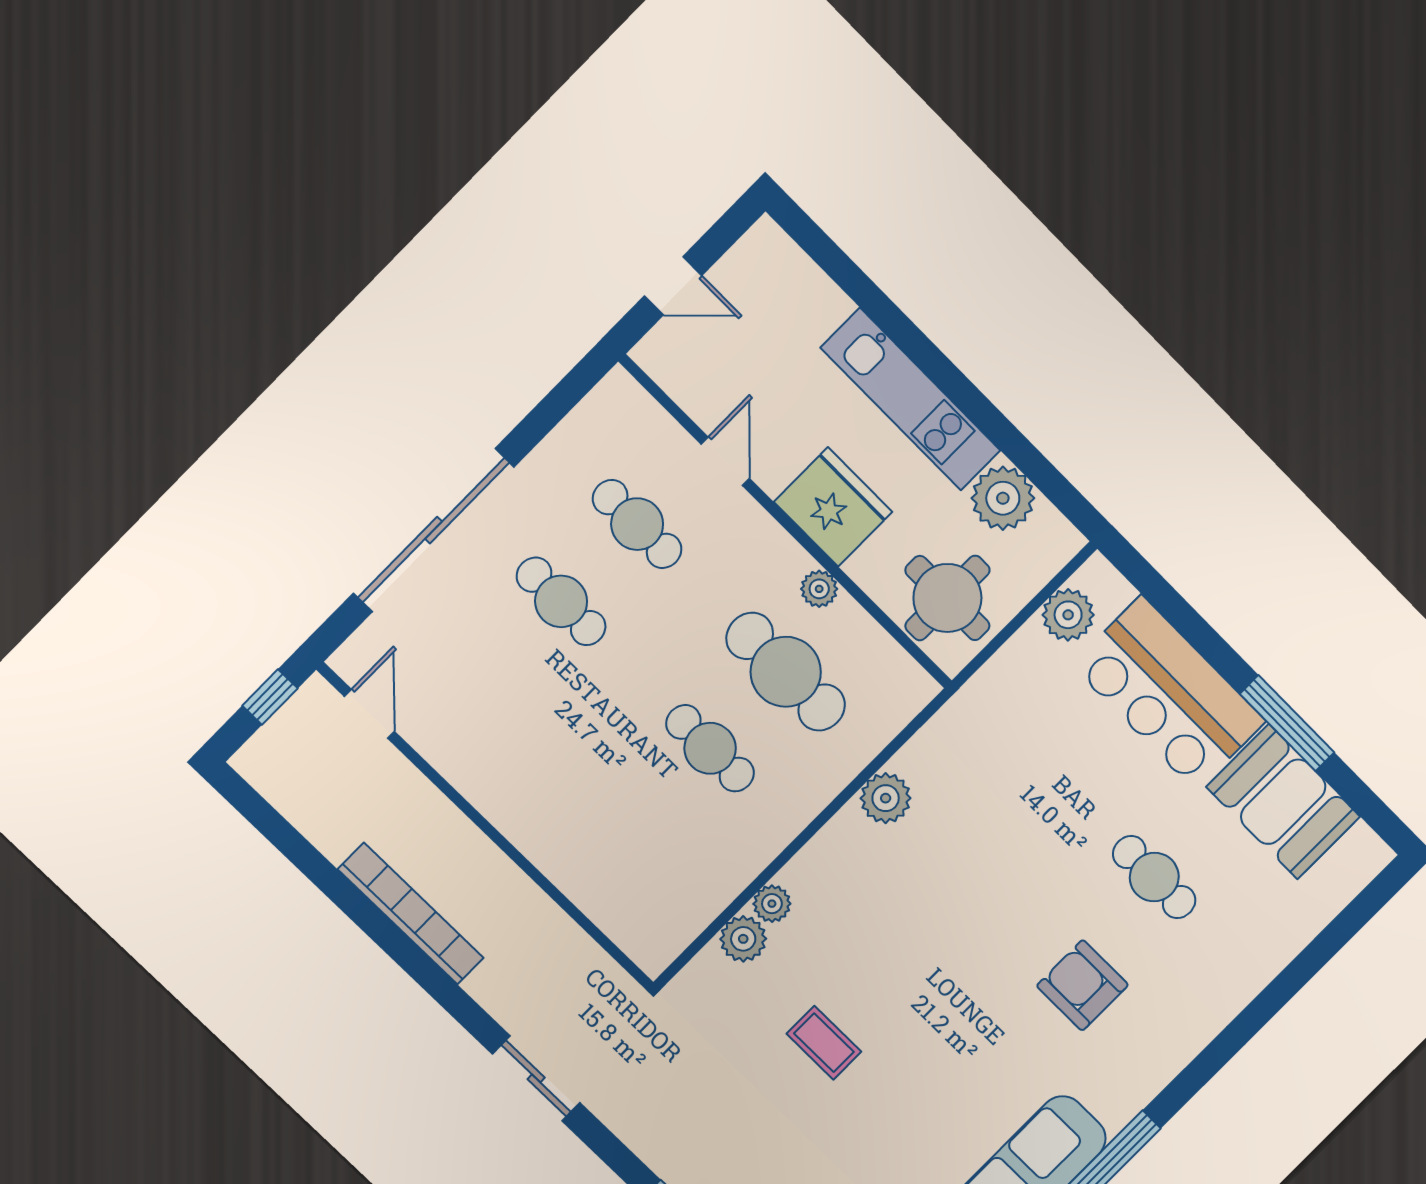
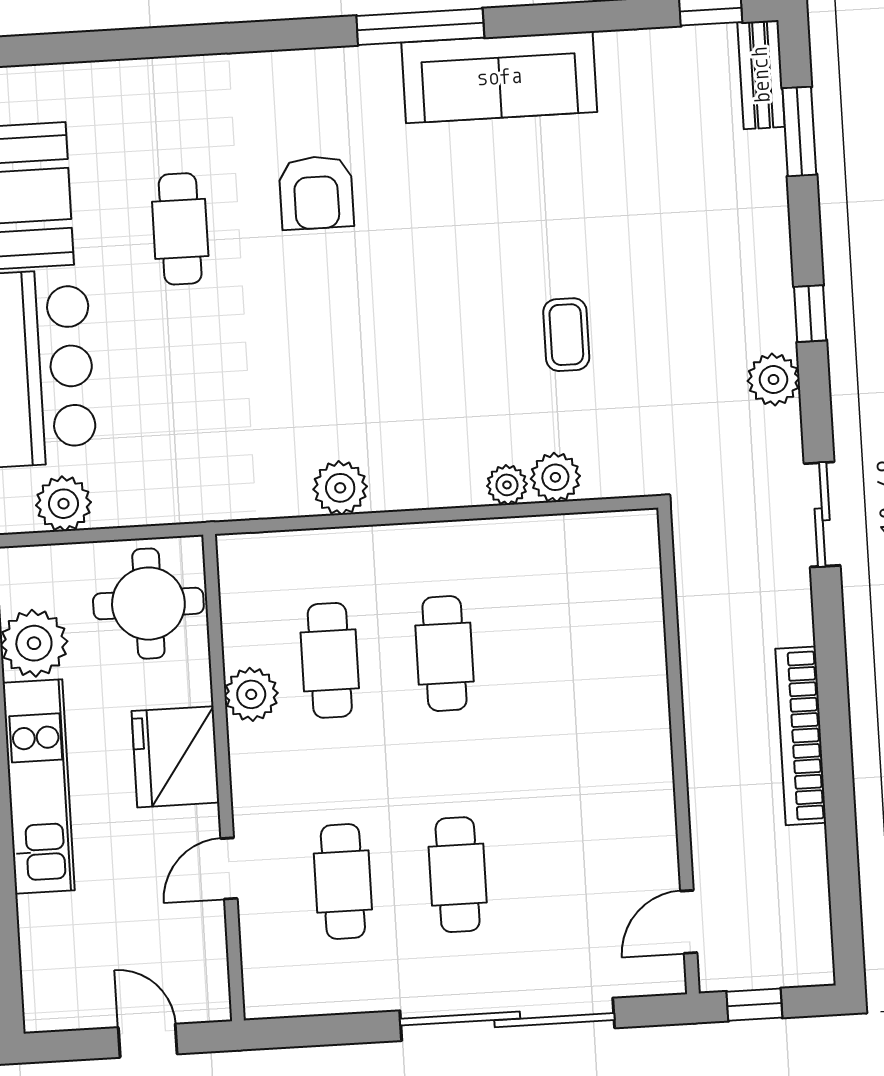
plant: (819, 589) -> (251, 694), width x1.38, depth x1.38
cafe table: (786, 672) -> (330, 660), width x0.73, depth x0.74
plant: (654, 1140) -> (774, 380), added

